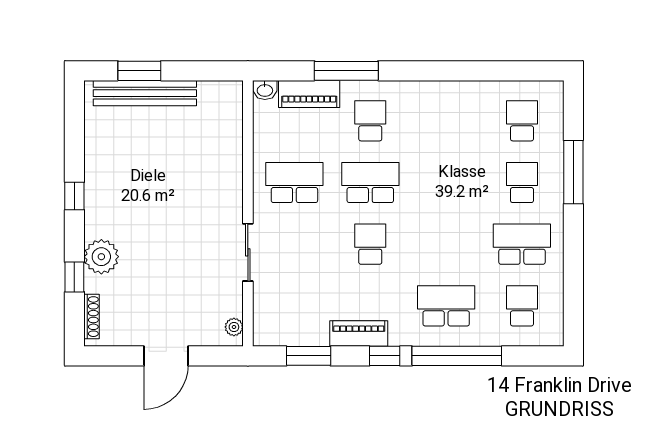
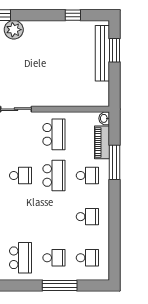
school desk: (446, 121) -> (87, 217), added
window: (74, 196) -> (73, 15), moved

